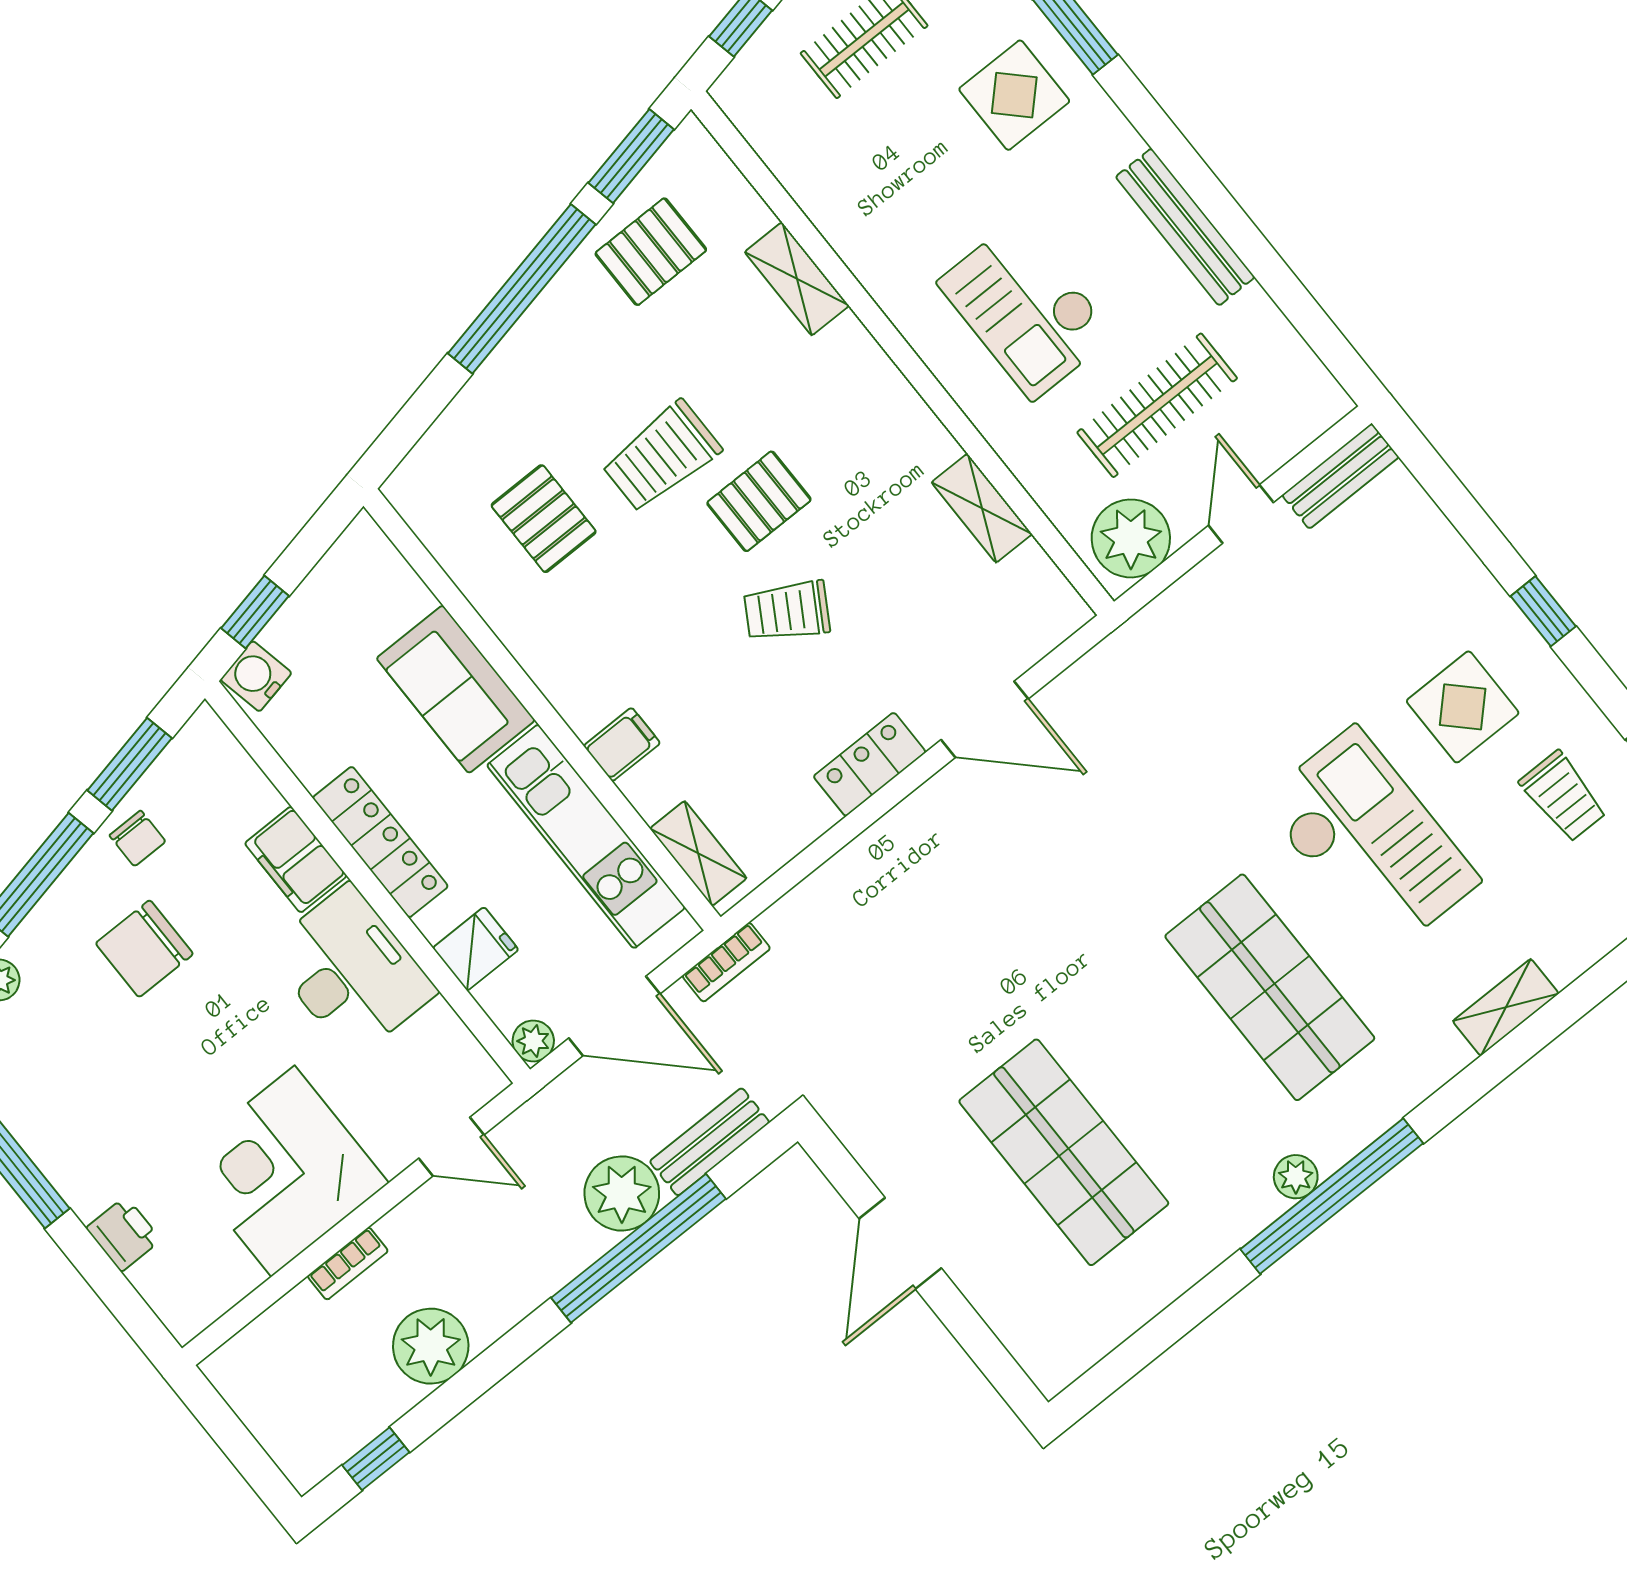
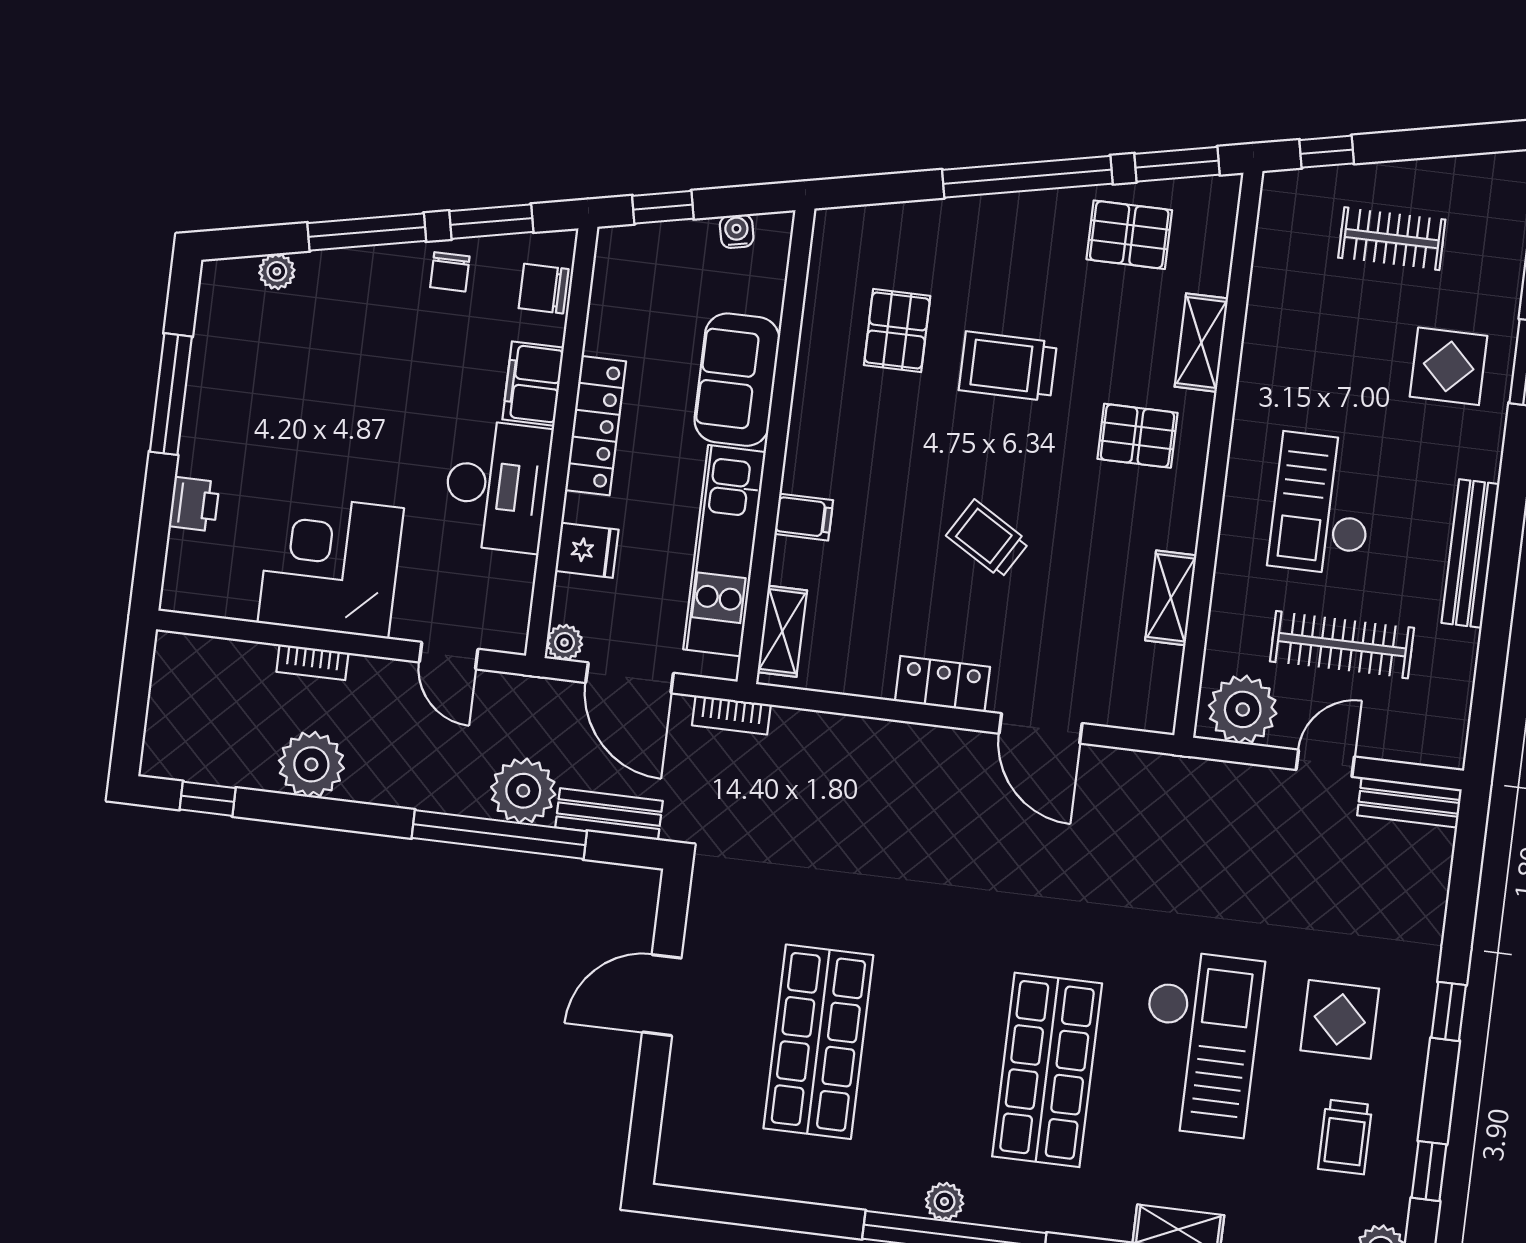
pallet: (759, 501) -> (1137, 436), moved
water cooler: (256, 676) -> (737, 231), moved, width x0.72, depth x0.72
chair: (144, 949) -> (544, 289), moved, width x0.73, depth x0.73

